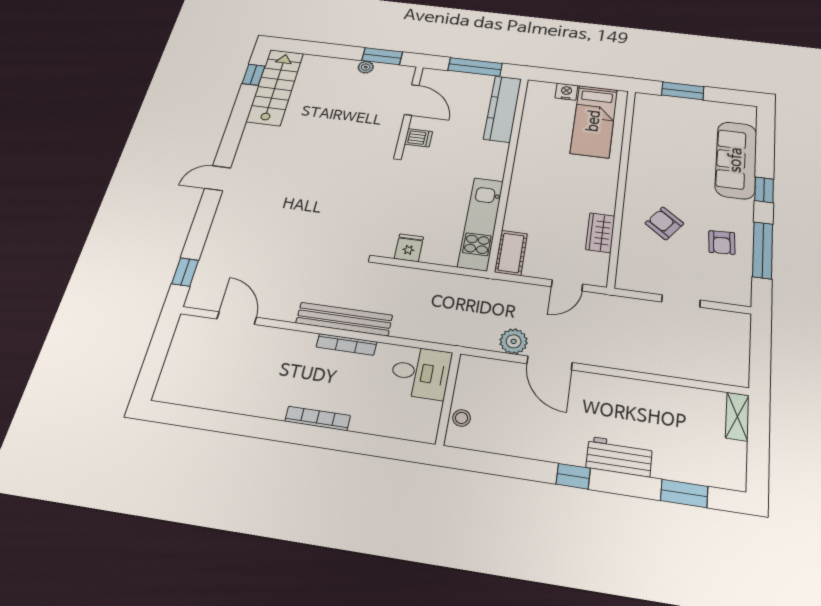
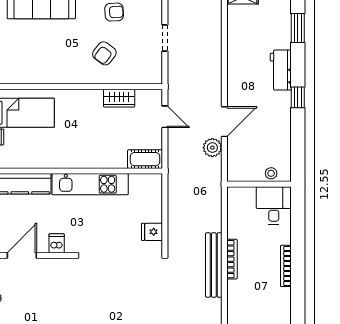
kitchen unit: (481, 223) -> (90, 184), moved
desk: (421, 373) -> (274, 205), moved

